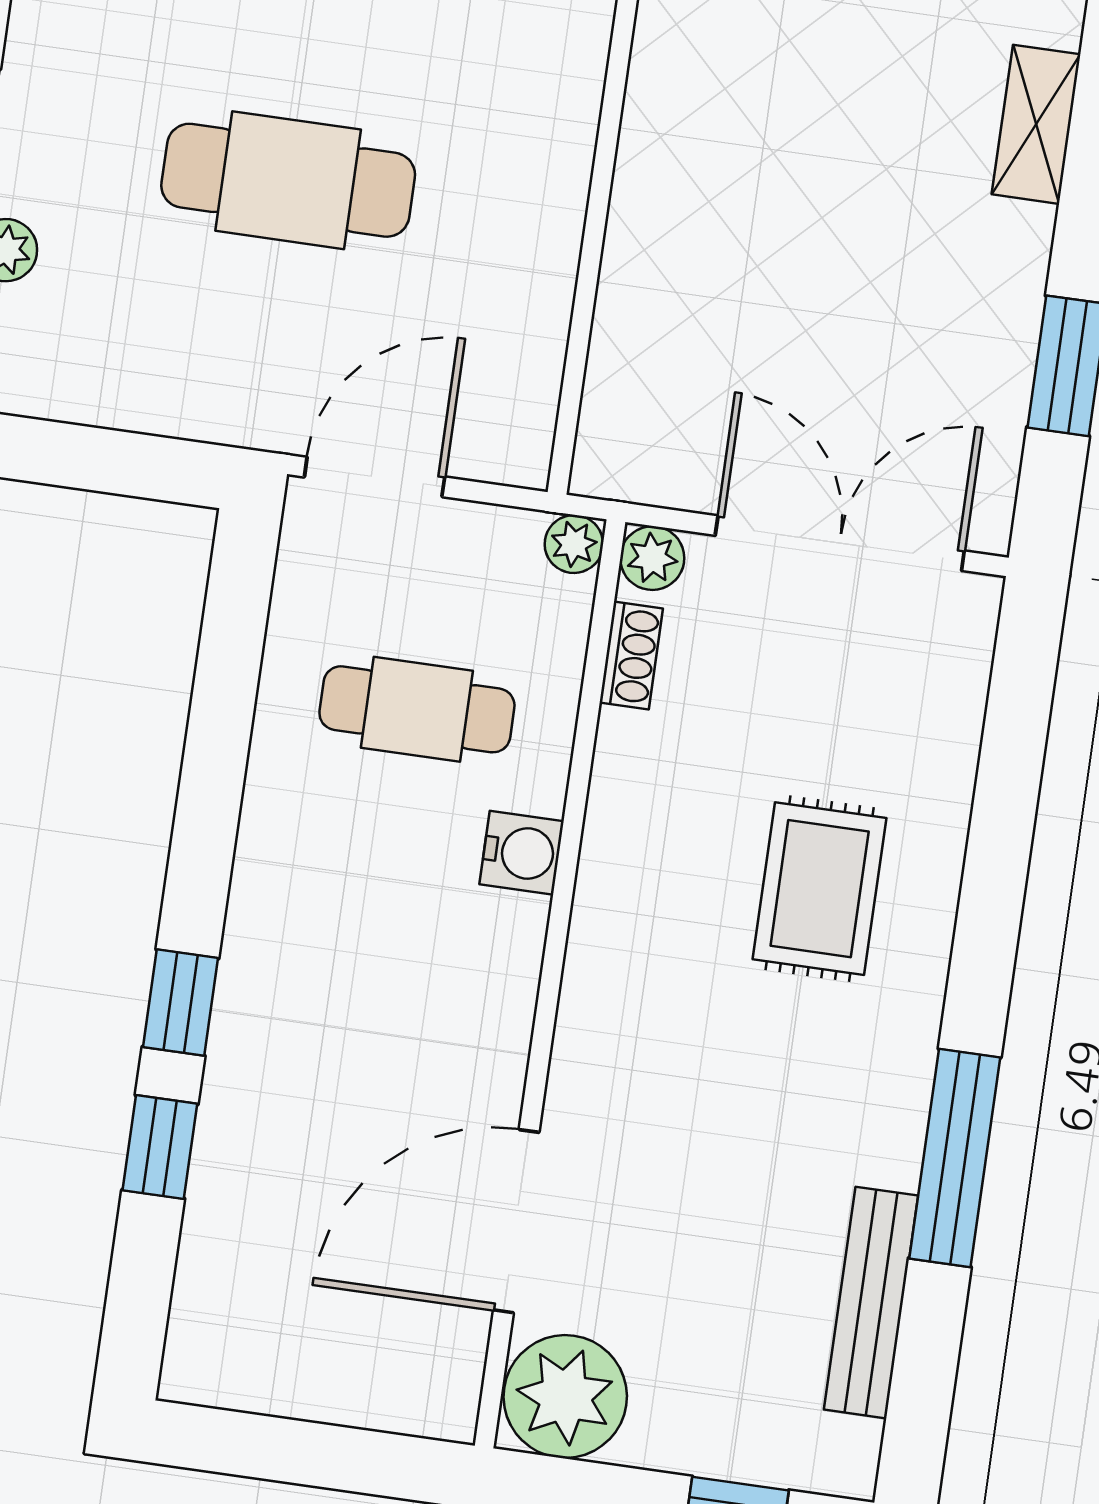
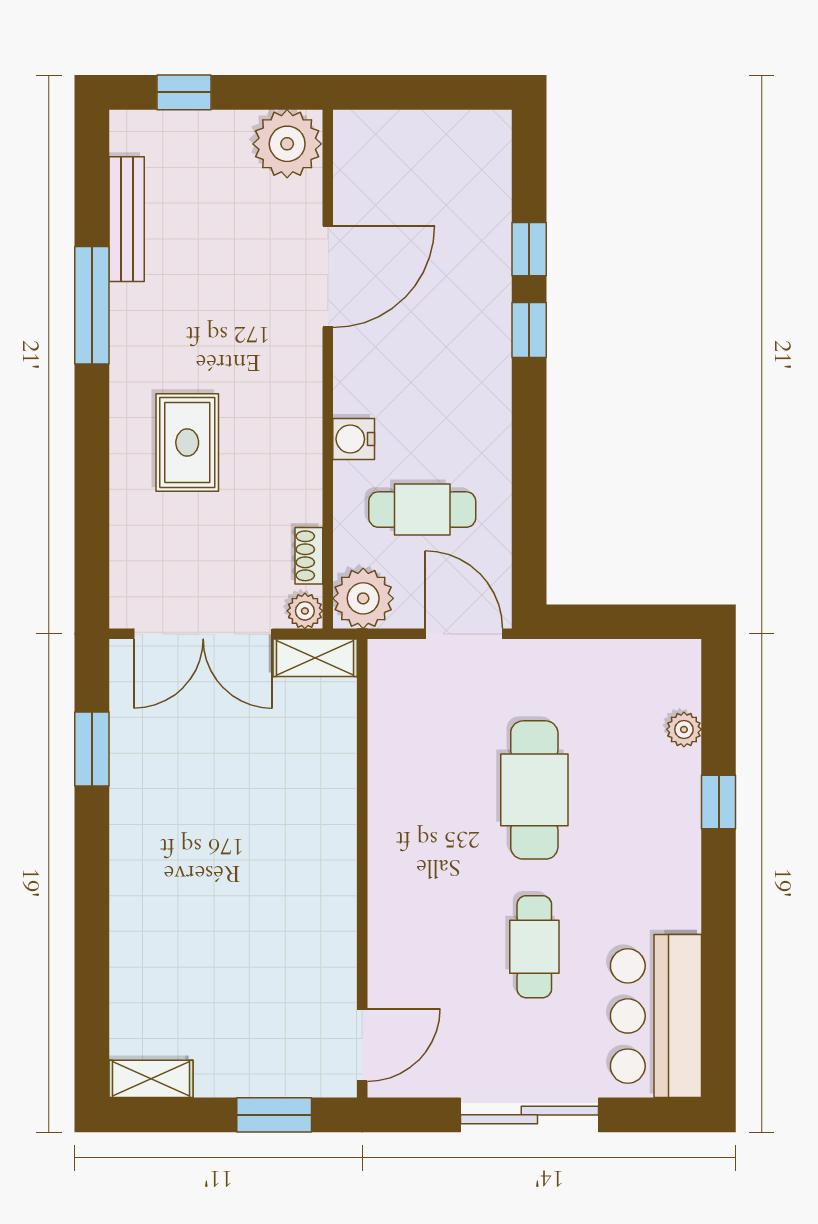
shelving: (1036, 124) -> (315, 658), moved, turned 90
cafe table: (288, 180) -> (534, 790), turned 90
door: (375, 477) -> (464, 634), swing flipped
plant: (574, 544) -> (363, 598), width x1.87, depth x1.87
door: (516, 1221) -> (328, 277), moved

